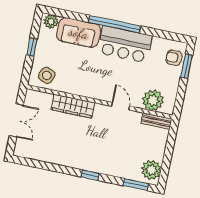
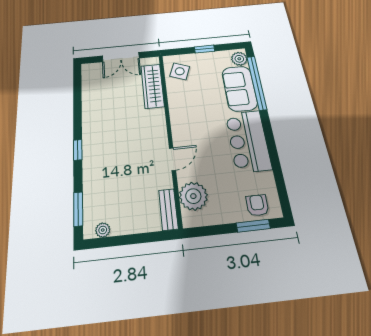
window: (114, 24) -> (257, 83), moved
wardrobe: (73, 106) -> (153, 86), moved
plant: (151, 170) -> (103, 230), width x0.53, depth x0.53

